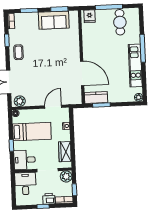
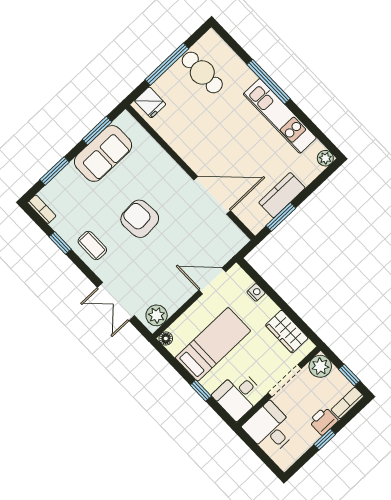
armchair: (46, 58) -> (140, 219), added
kitchen counter: (96, 98) -> (282, 195), moved
door: (53, 107) -> (212, 281), hinge flipped

